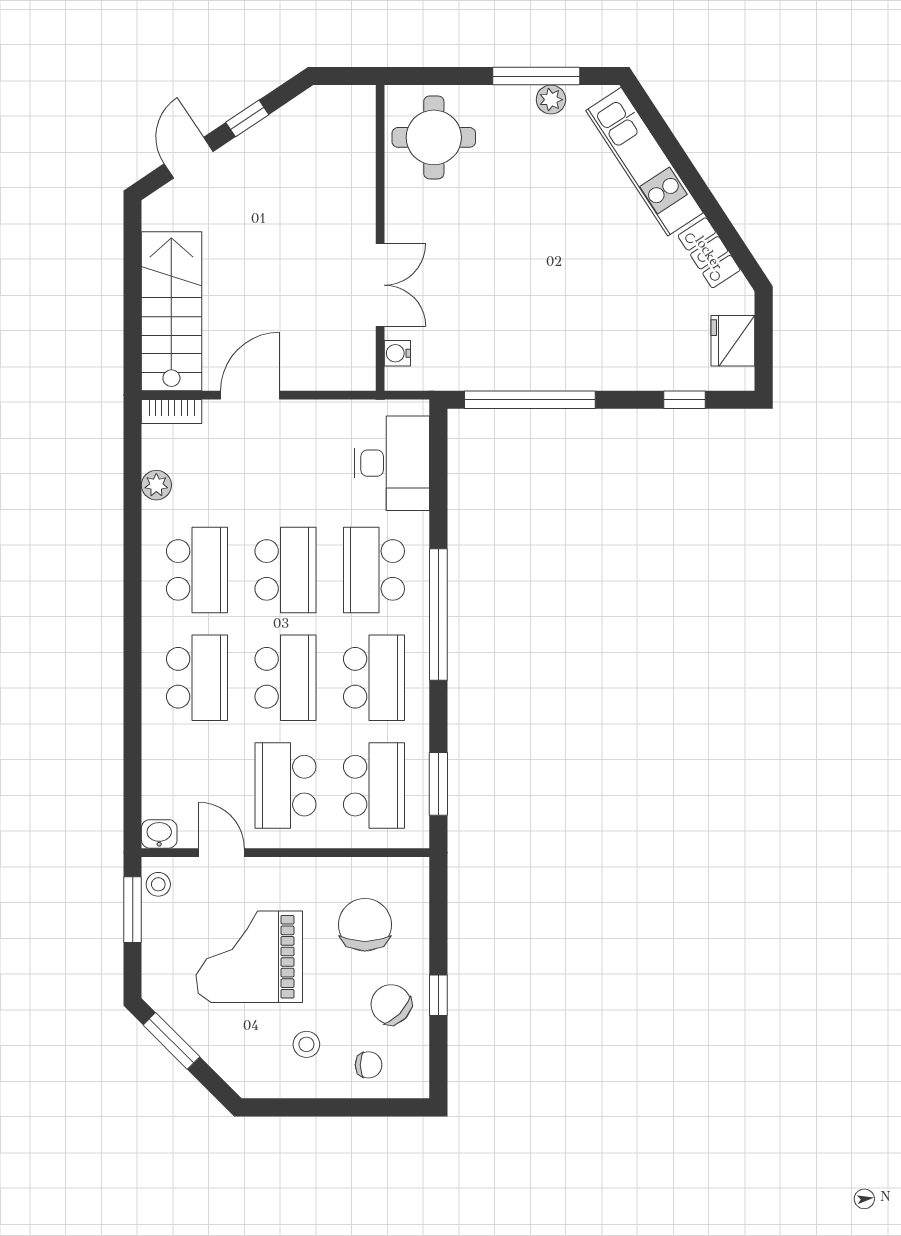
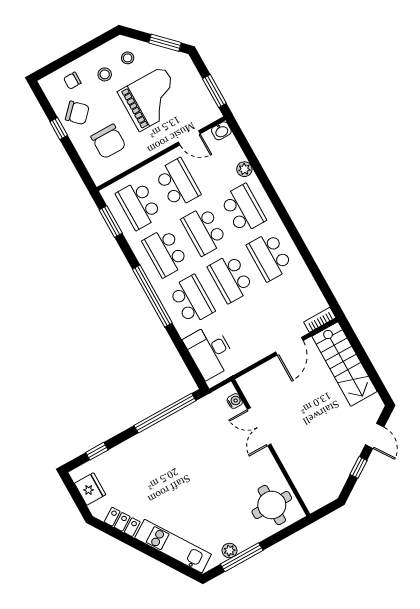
plant: (156, 485) -> (244, 169), moved
school desk: (197, 678) -> (243, 209), turned 180
stool: (158, 884) -> (128, 58), moved

